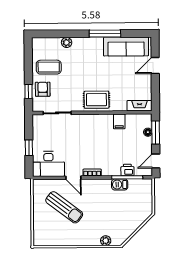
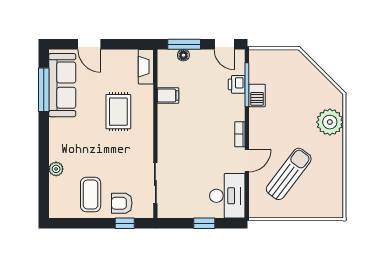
window: (105, 34) -> (44, 90), moved
rug: (96, 100) -> (118, 112), moved
plant: (106, 241) -> (330, 122), width x1.88, depth x1.88

